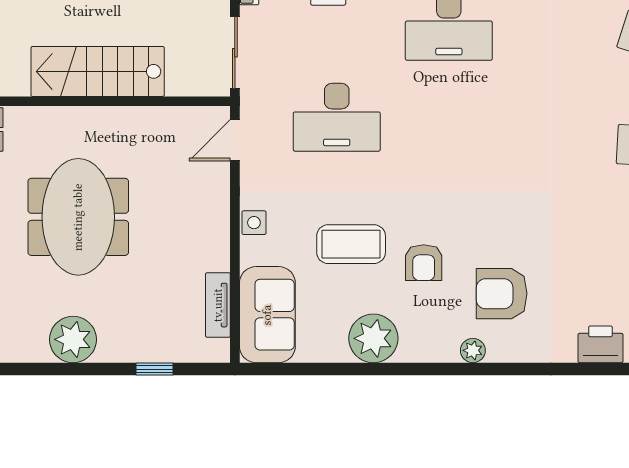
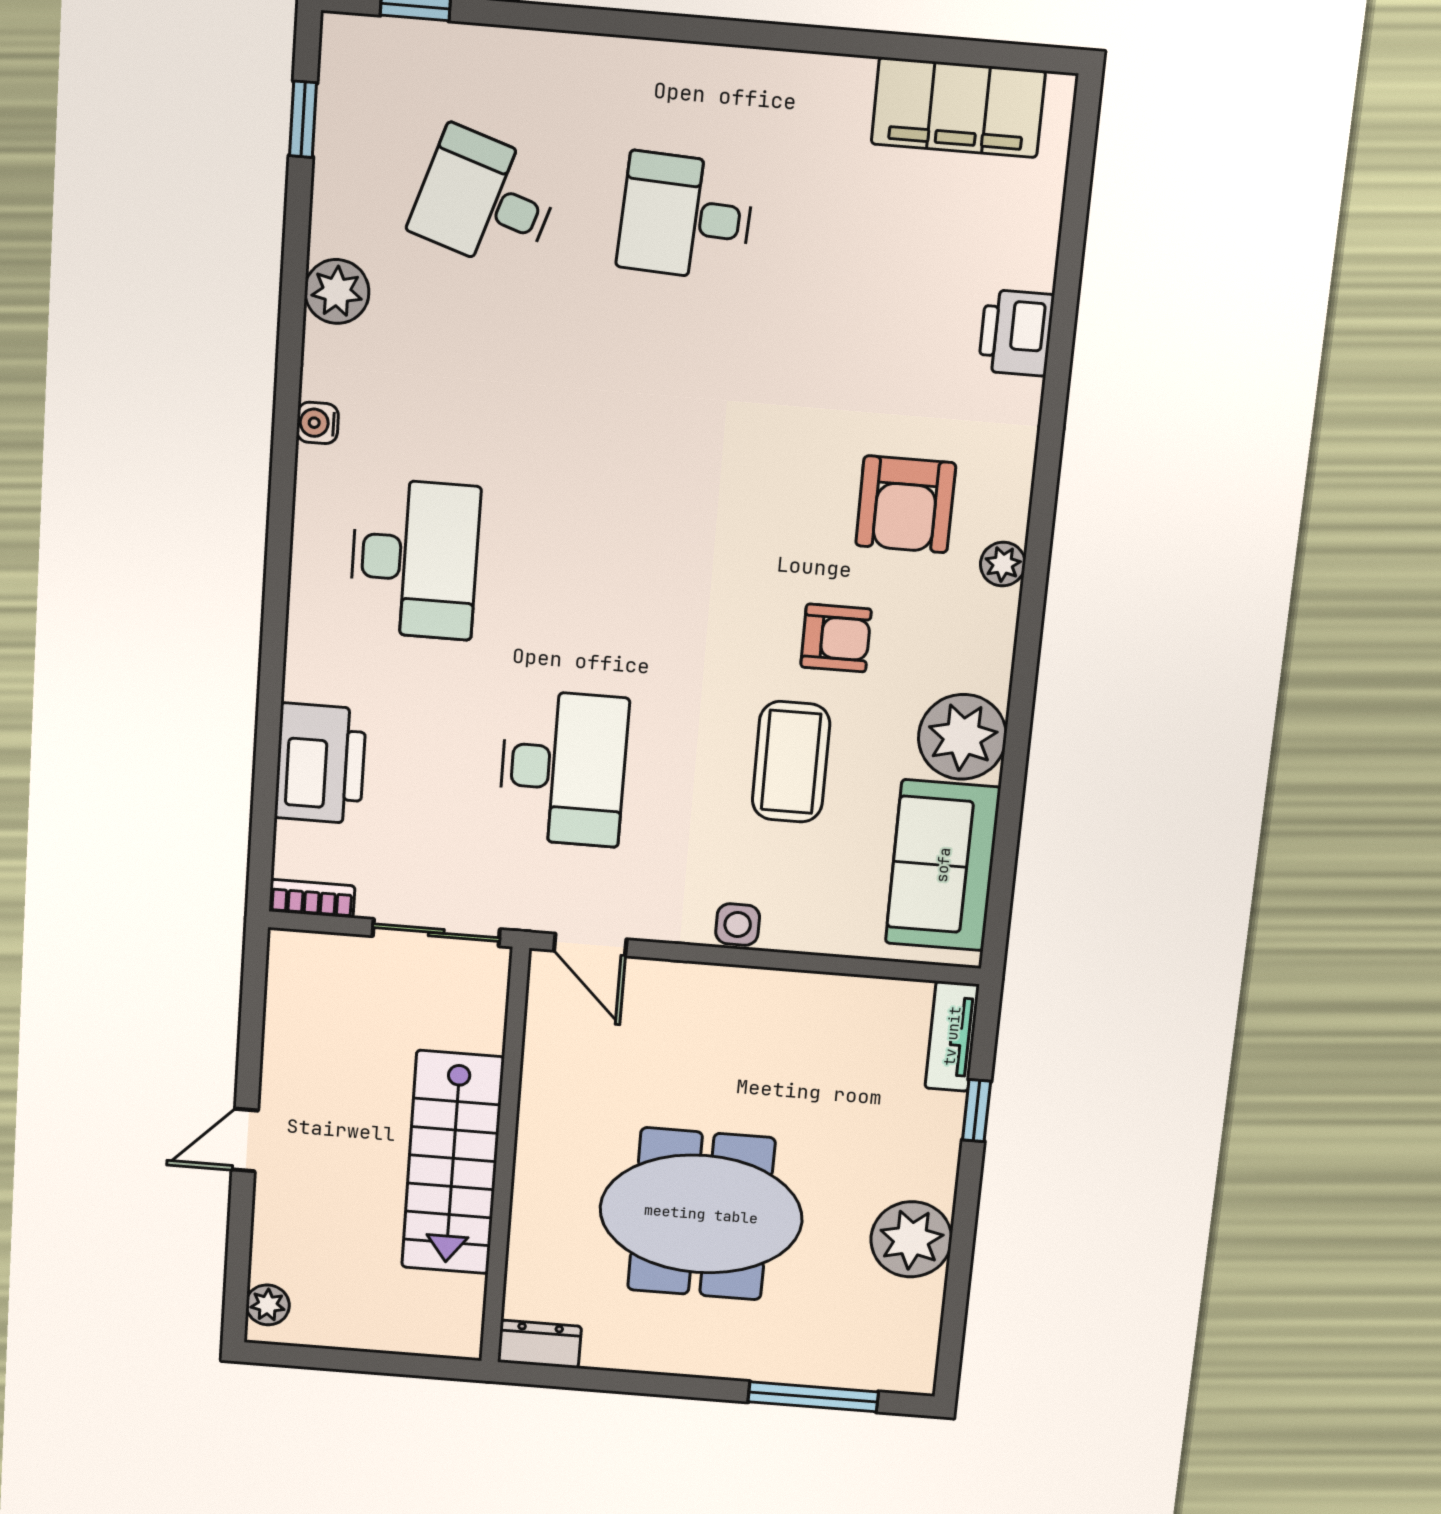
tv unit: (218, 305) -> (952, 1036), moved, turned 90
sofa: (267, 315) -> (943, 865), moved, turned -90

